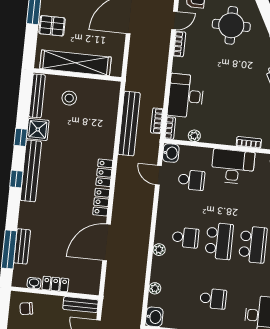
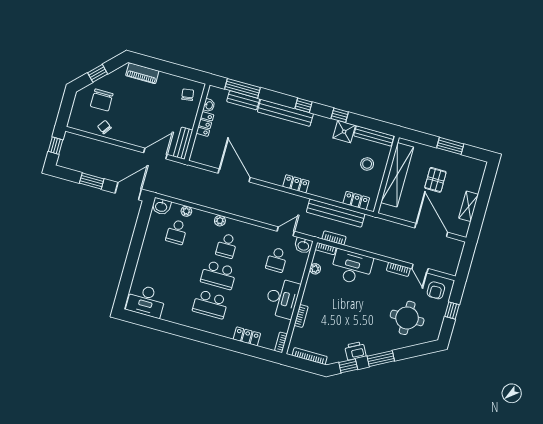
pallet: (52, 26) -> (435, 180), moved
bench: (31, 171) -> (285, 113), moved
locker: (101, 202) -> (356, 201), moved
school desk: (213, 299) -> (177, 232), moved

